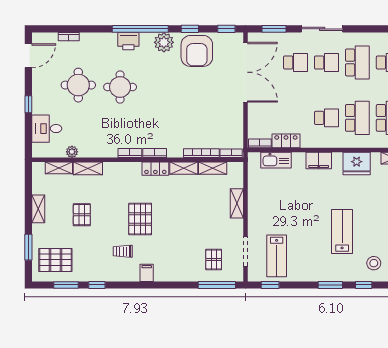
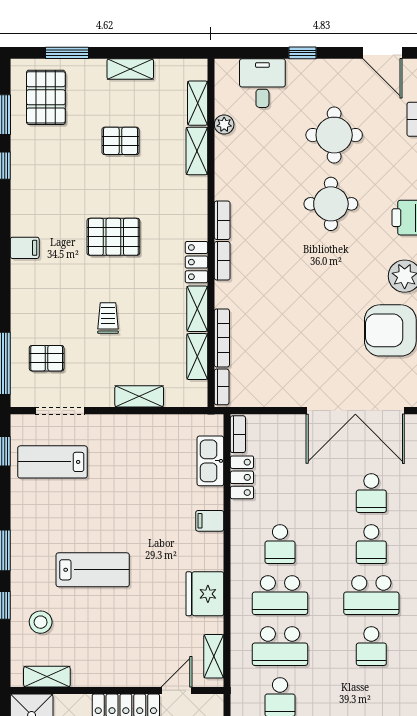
filing cabinet: (319, 161) -> (210, 521), width x0.50
trolley: (123, 251) -> (108, 318), moved

